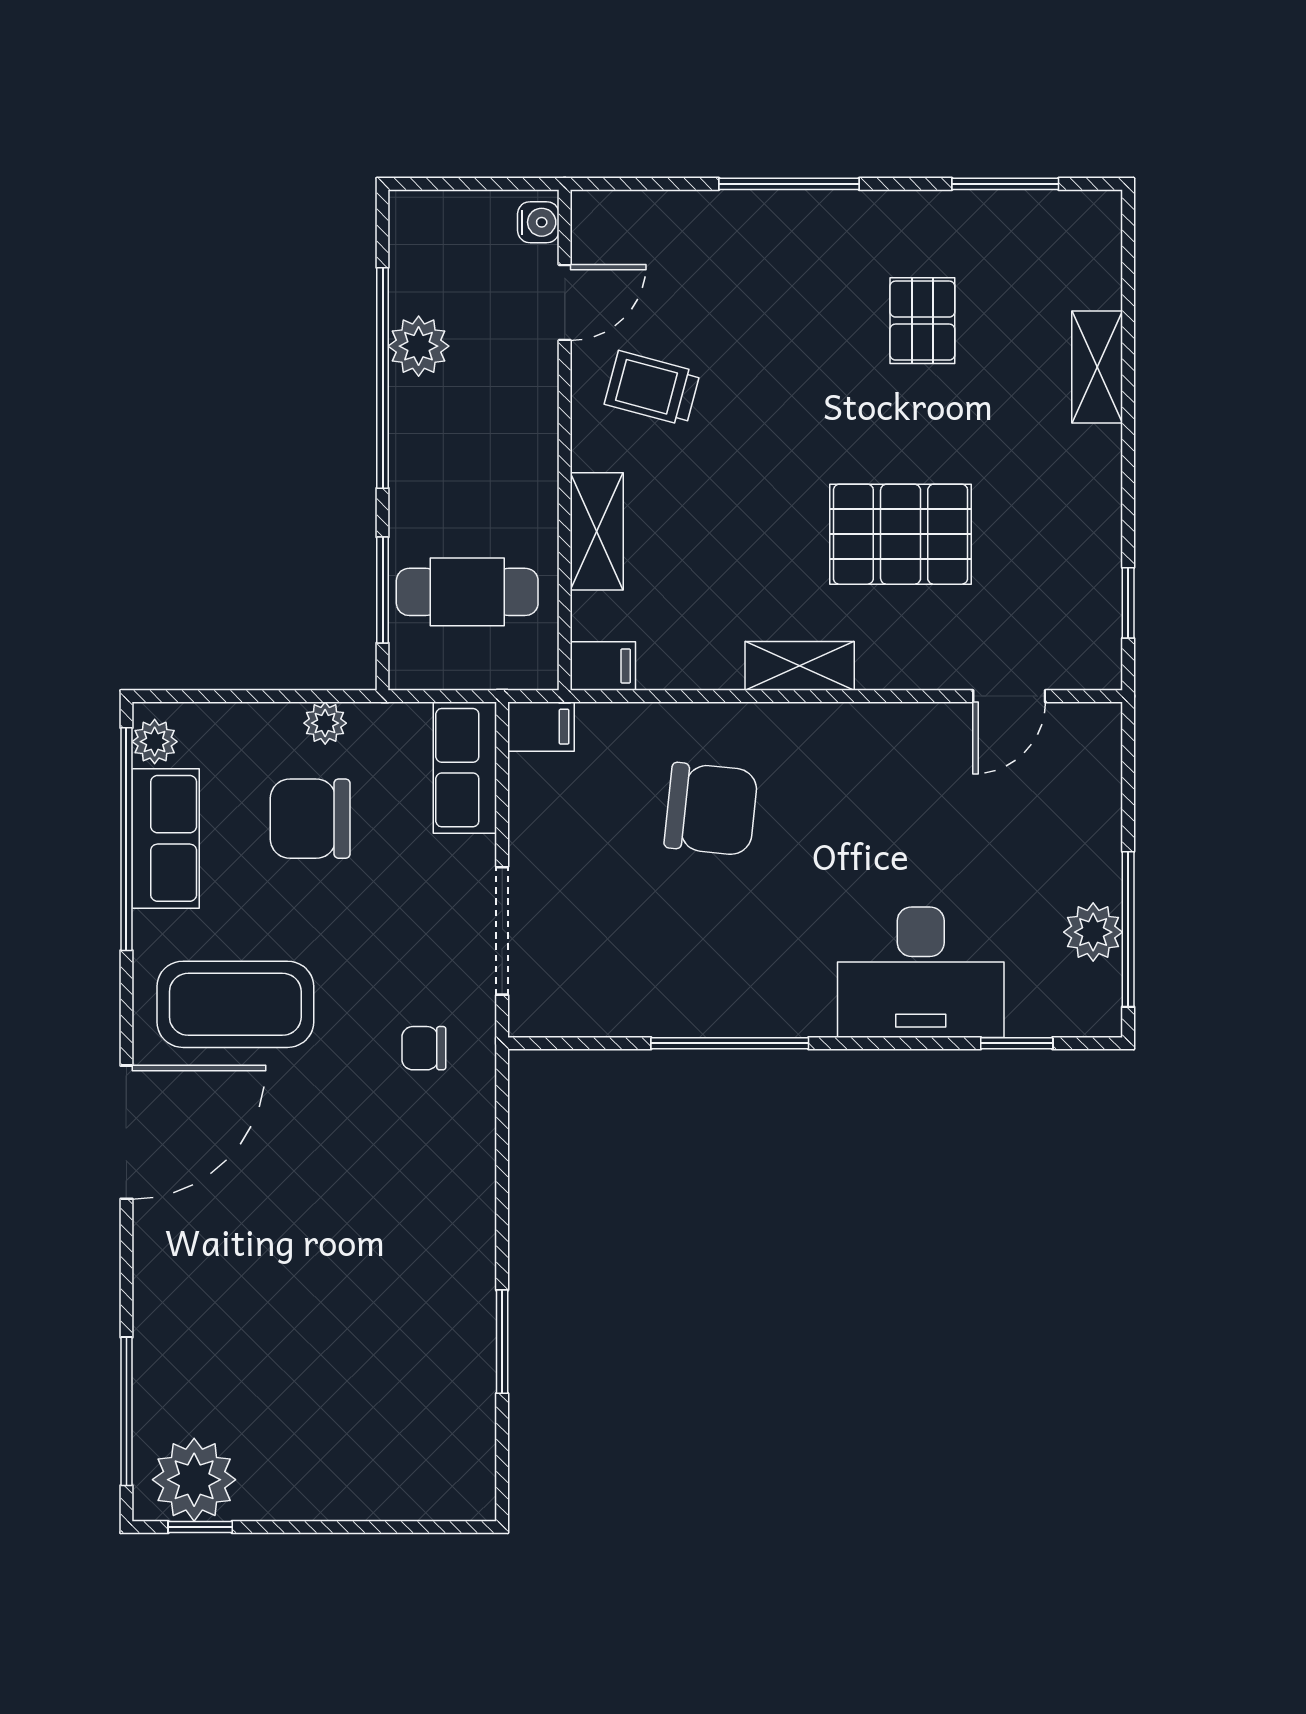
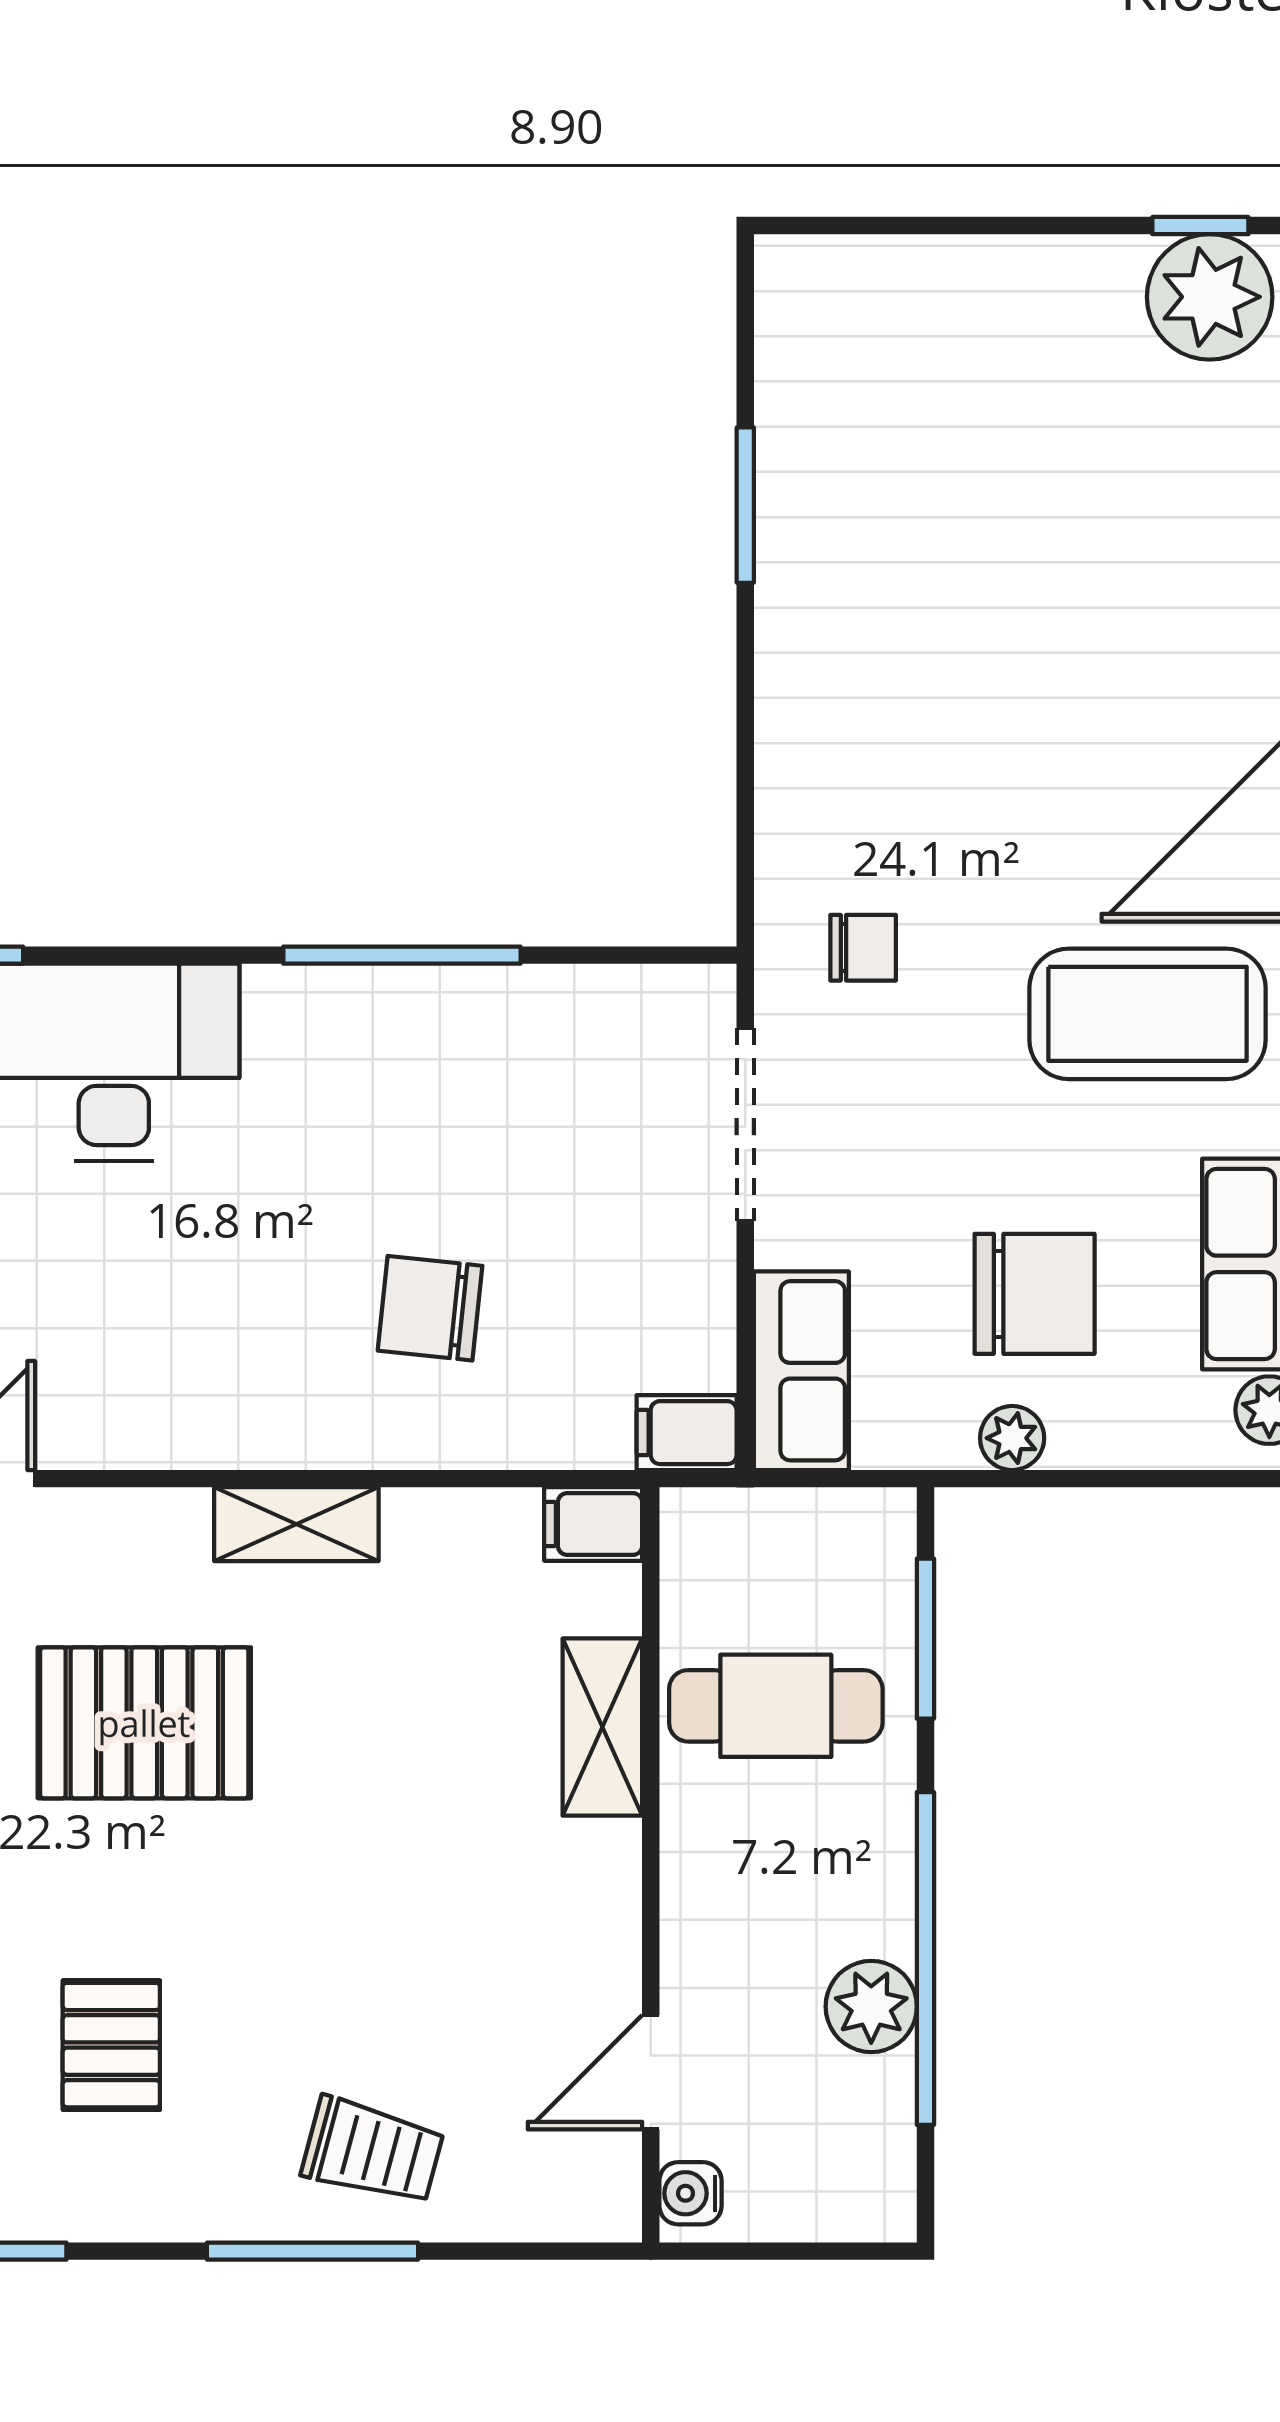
trolley: (652, 388) -> (373, 2151), moved
cafe table: (467, 592) -> (776, 1706), moved
chair: (711, 809) -> (430, 1308), width x0.73, depth x0.73

